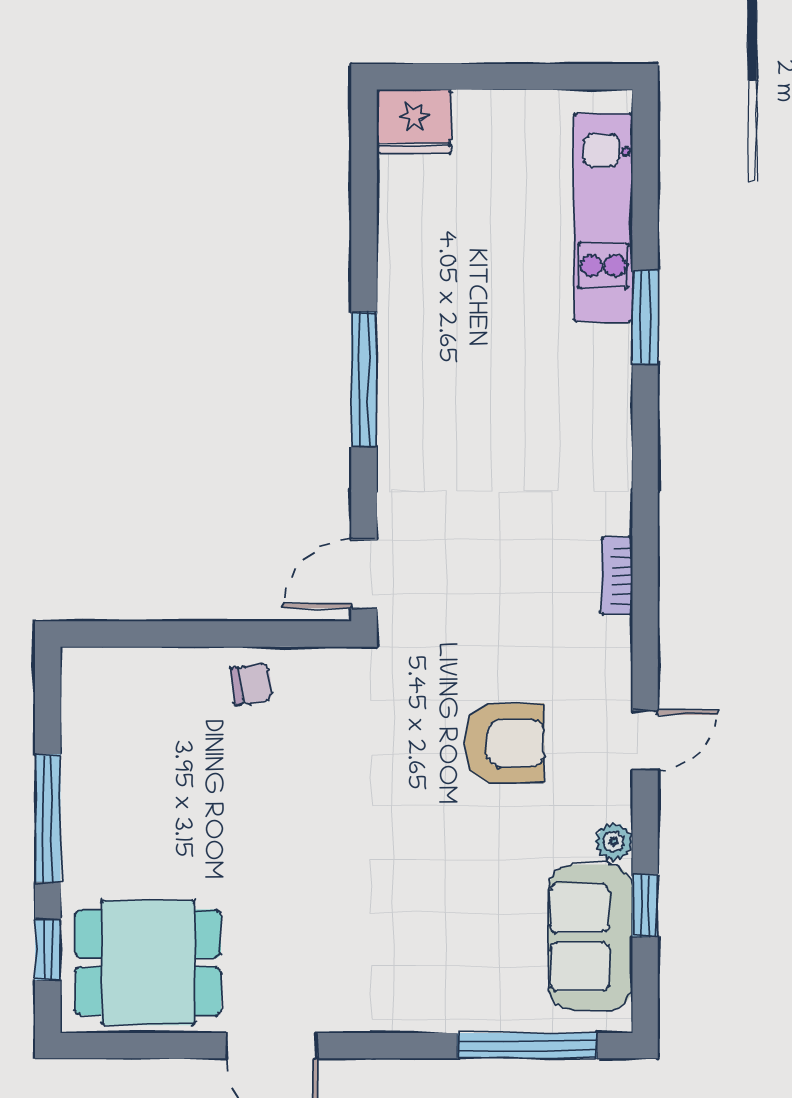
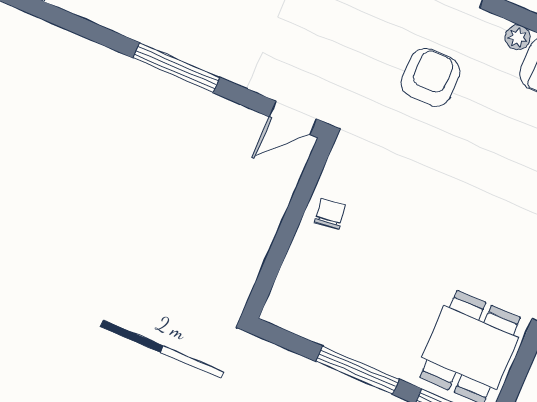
door: (364, 574) -> (293, 118), hinge flipped

